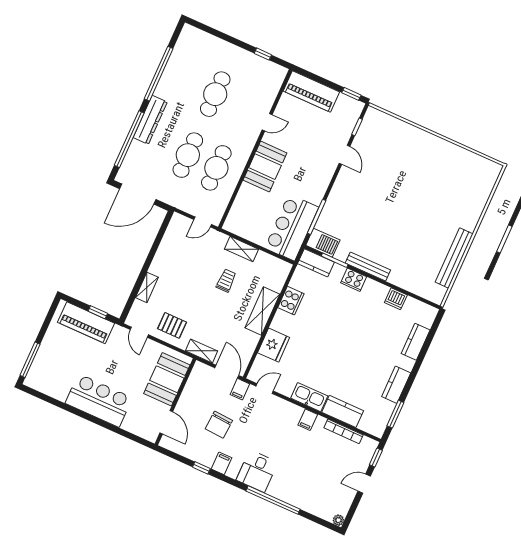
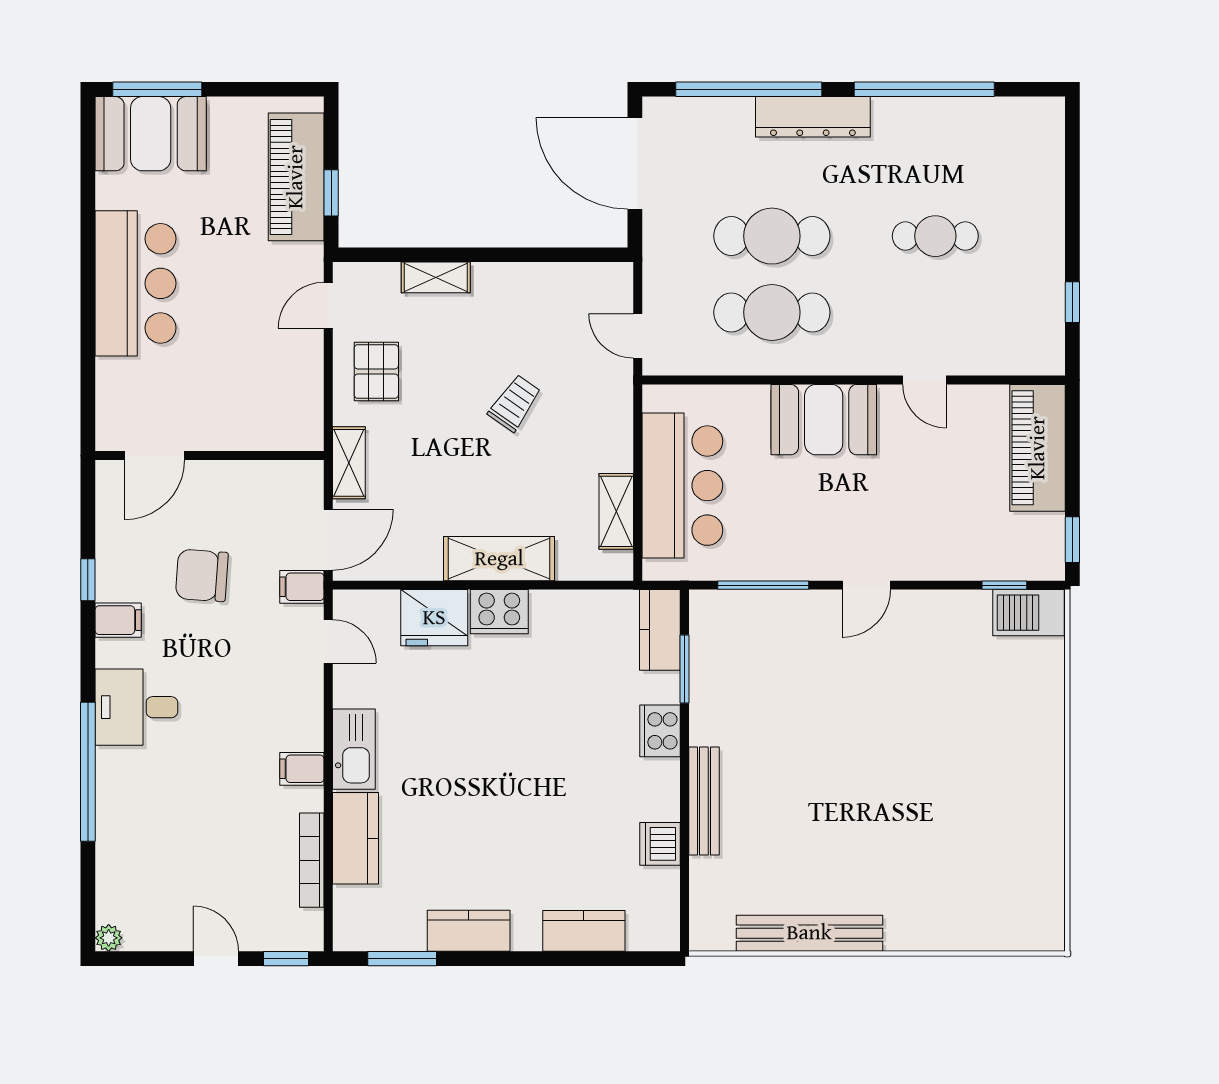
cafe table: (215, 94) -> (935, 236), width x0.73, depth x0.74
door: (344, 155) -> (866, 585), moved
bar counter: (292, 227) -> (682, 486), moved, turned 90
barbecue: (323, 243) -> (1029, 613), moved, turned 90
shelving: (242, 249) -> (616, 511), moved
bench: (368, 266) -> (704, 801), moved
trolley: (226, 281) -> (515, 403), moved, turned -55
cooker: (291, 301) -> (499, 612), moved
booth: (167, 379) -> (151, 134), moved

